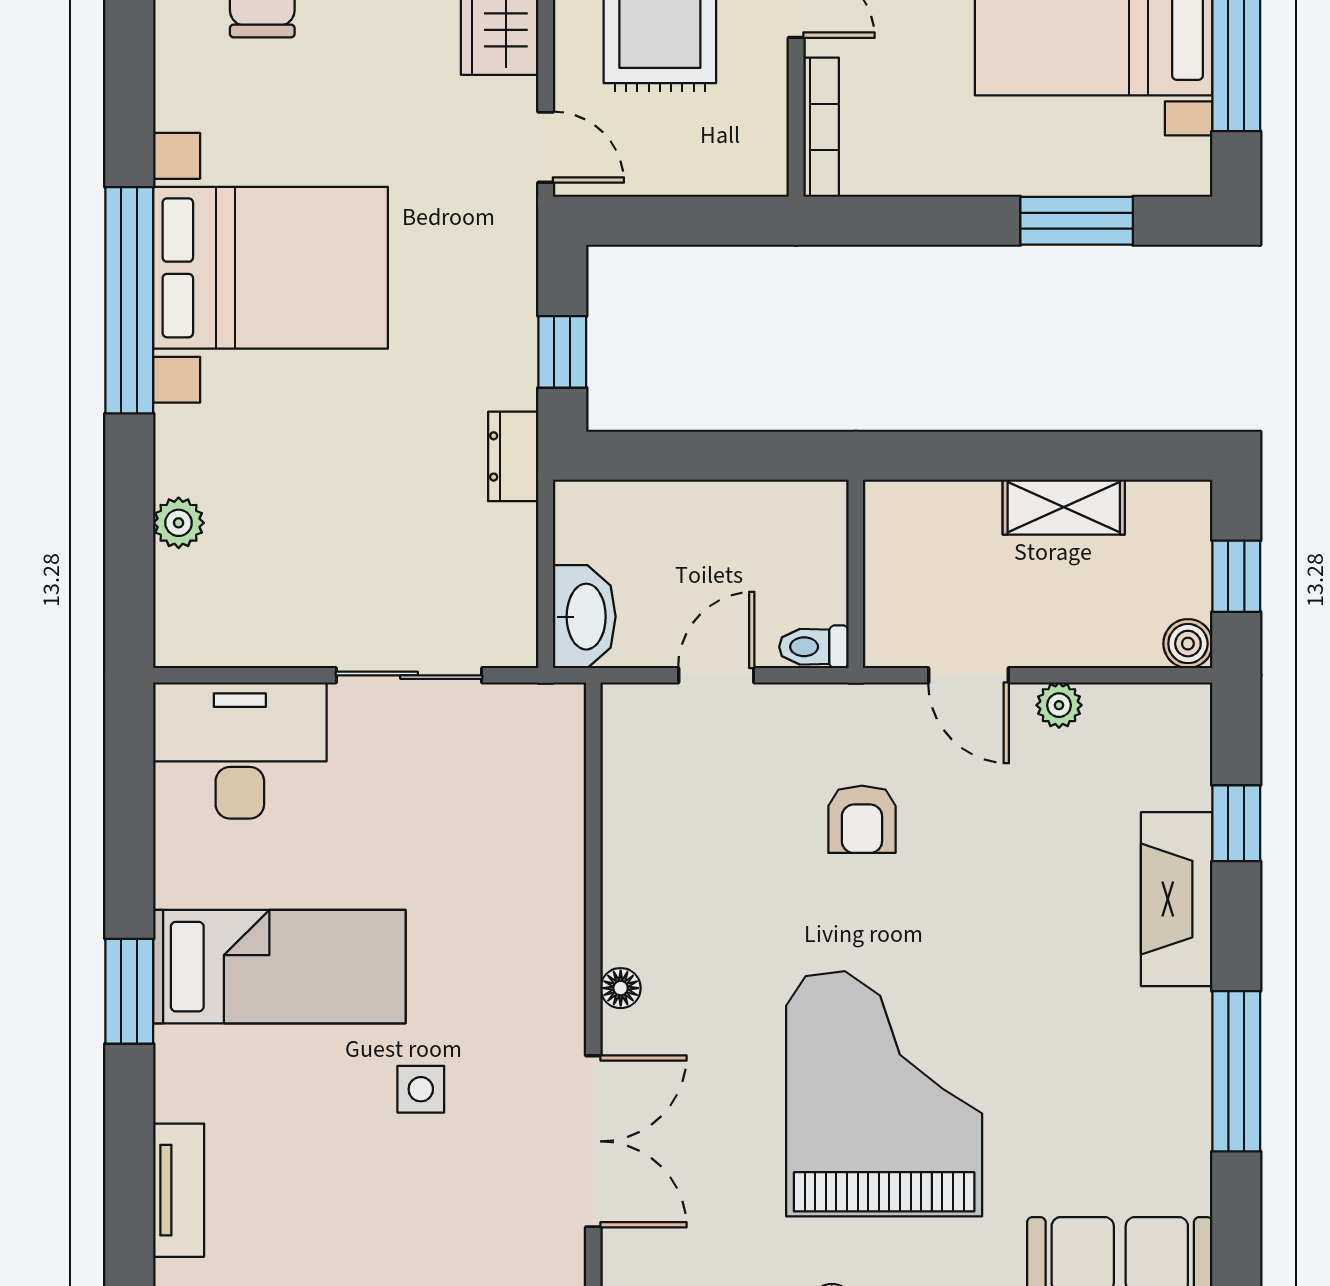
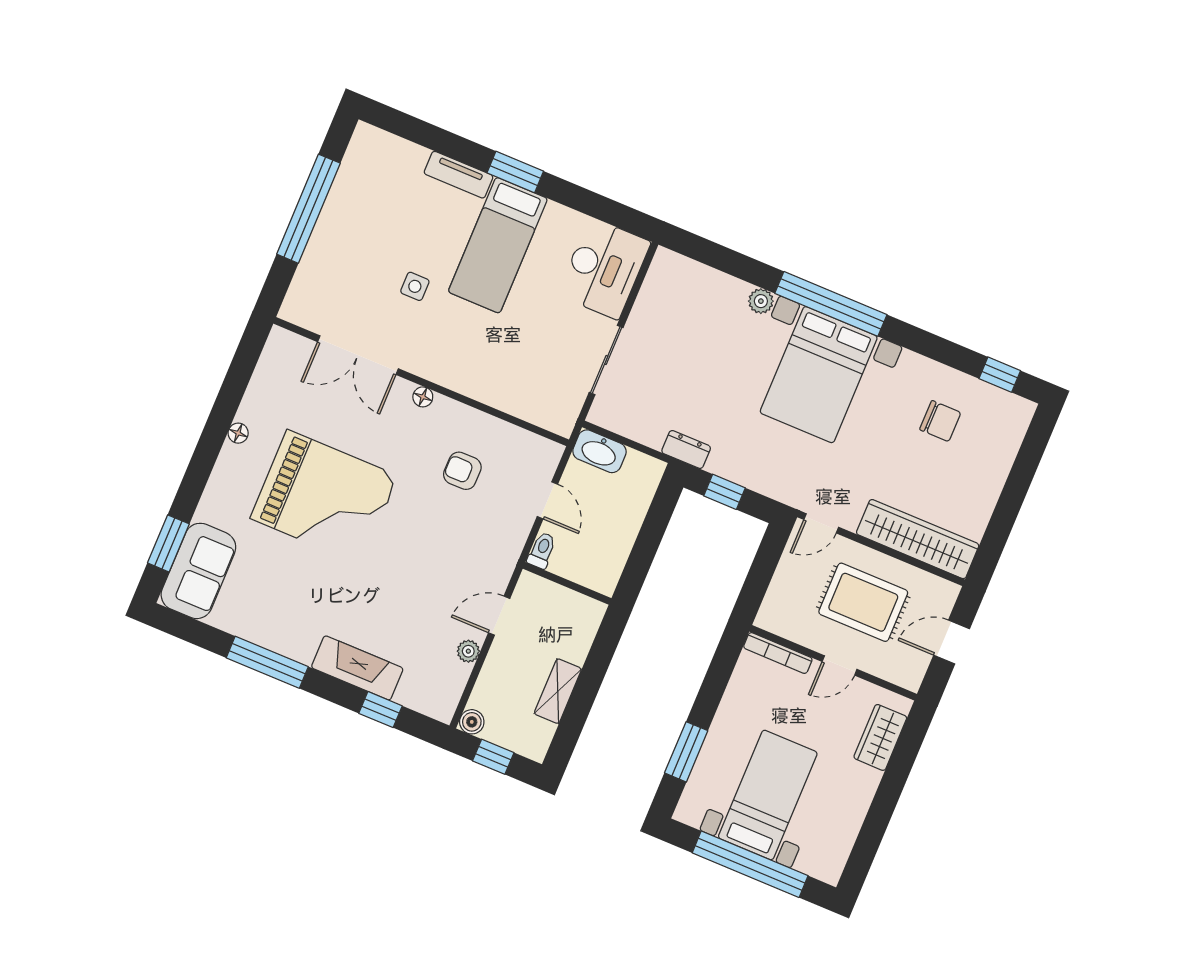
plant: (179, 523) -> (761, 301), moved
armchair: (862, 819) -> (462, 471), moved
tv unit: (179, 1190) -> (459, 175), moved

